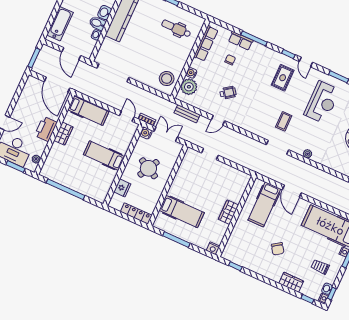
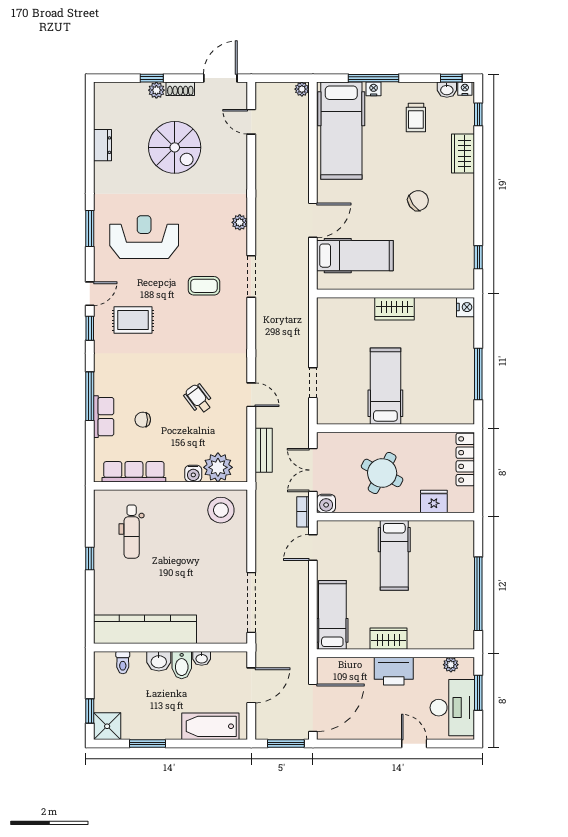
door: (57, 85) -> (313, 708), moved
hospital bed: (182, 212) -> (385, 386), moved

